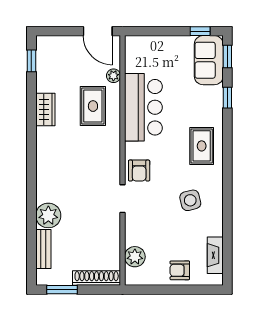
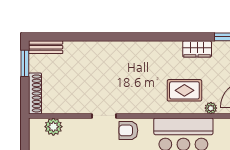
wardrobe: (45, 110) -> (197, 49), moved
plant: (48, 215) -> (89, 51), removed
bench: (43, 249) -> (46, 47), moved

